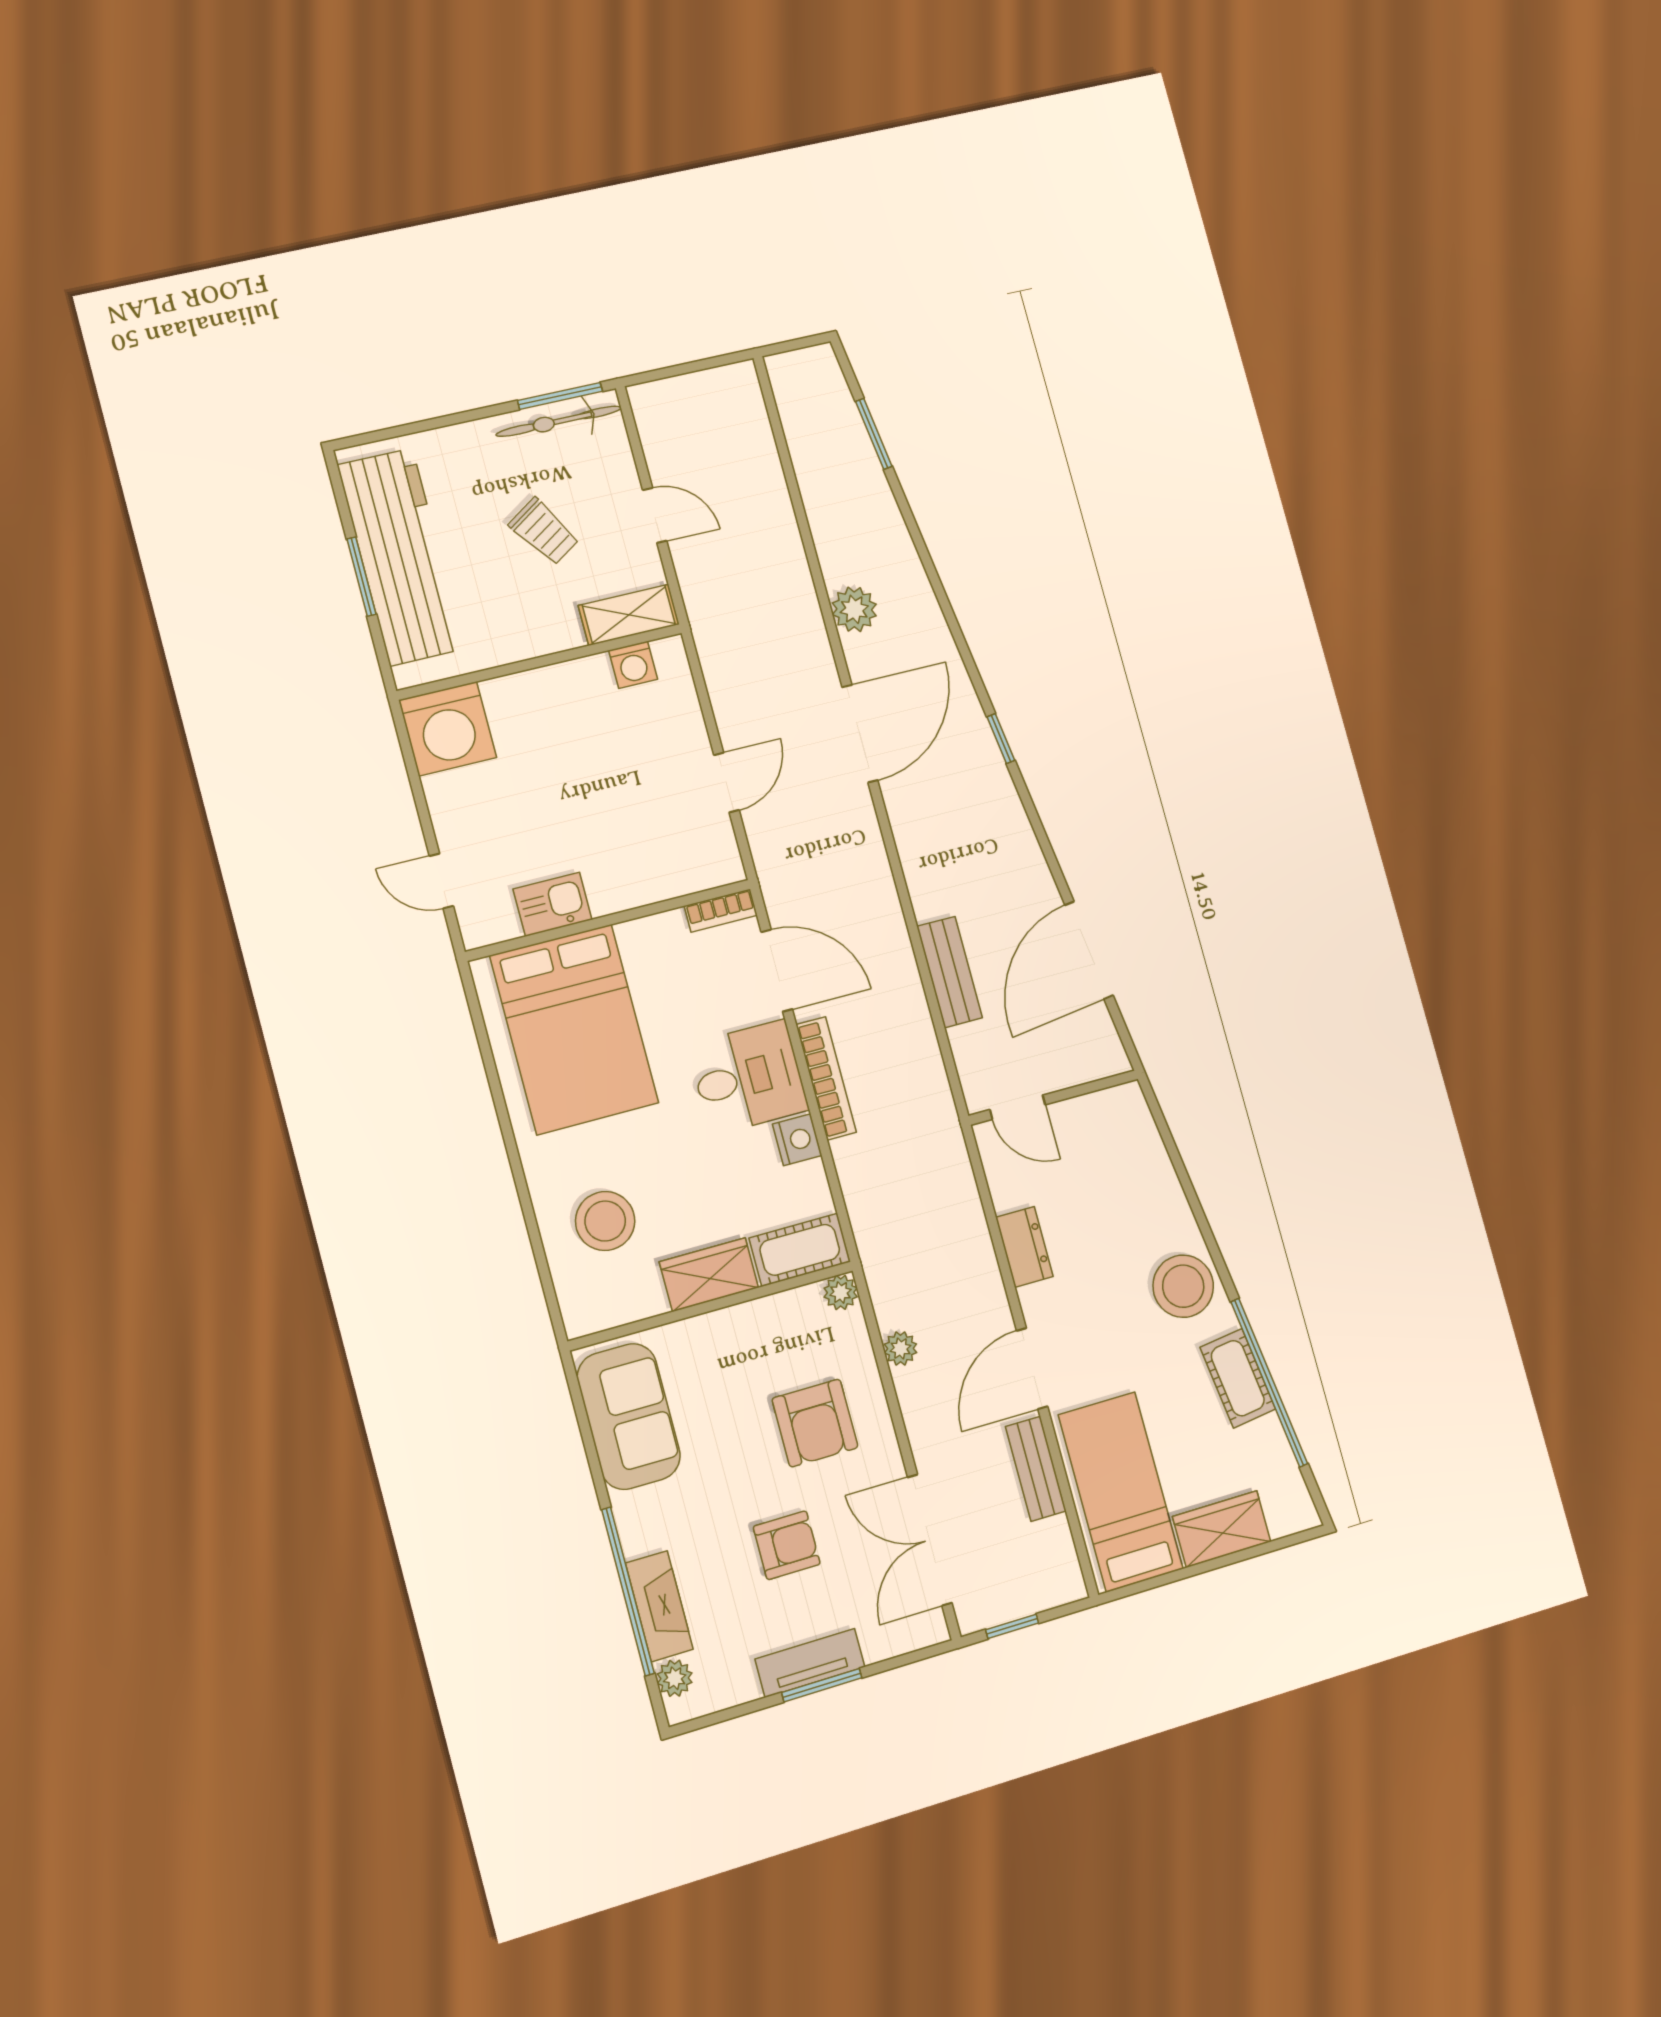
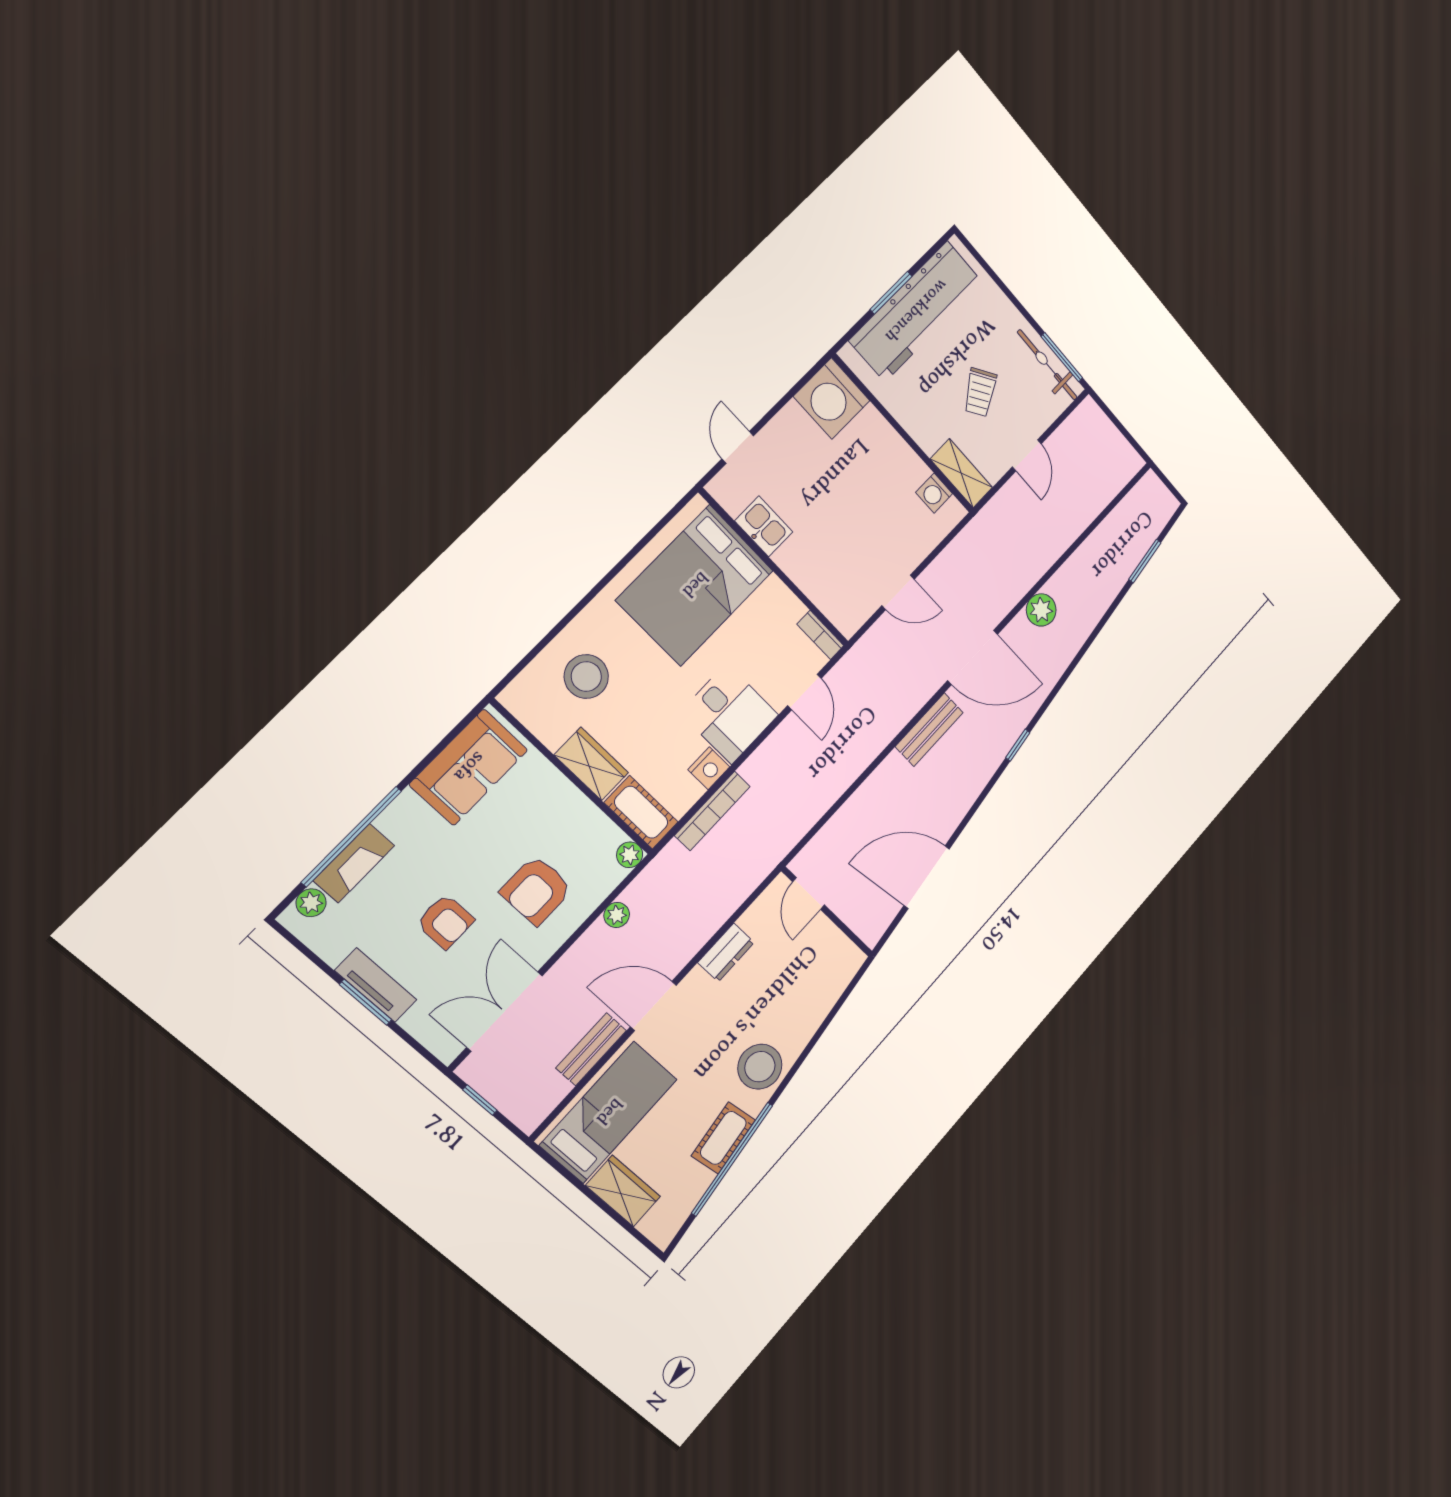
door: (777, 971) -> (804, 692), width x0.73
bench: (950, 972) -> (929, 730), moved
bookcase: (826, 1078) -> (712, 811), moved

